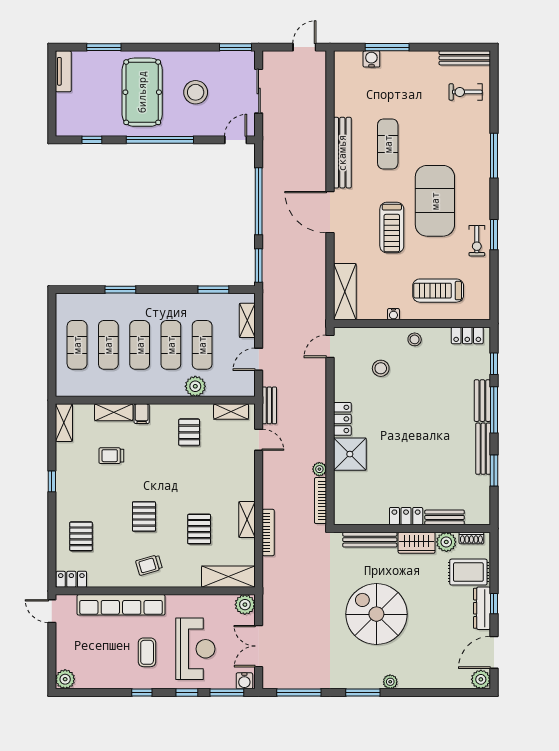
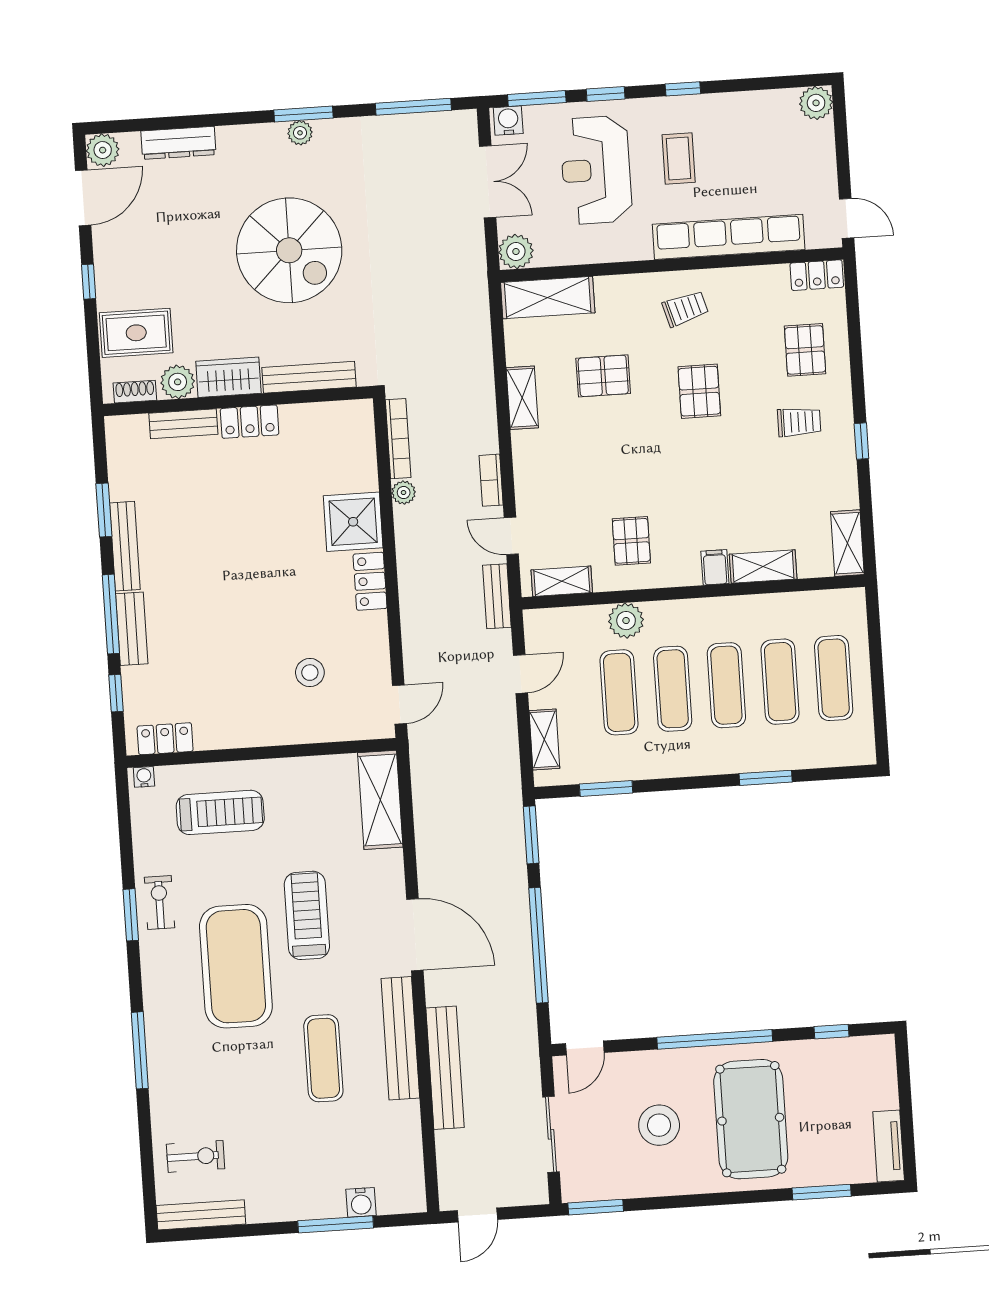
bench: (318, 134) -> (445, 1068), added
water cooler: (393, 314) -> (144, 777), moved
stool: (415, 339) -> (255, 726), removed
trolley: (111, 456) -> (799, 422), moved
pallet: (199, 529) -> (603, 376), turned 90
bookcase: (268, 532) -> (491, 480), moved, width x0.64
dresser: (482, 608) -> (178, 143), moved, turned 90
plant: (390, 682) -> (300, 133), moved

